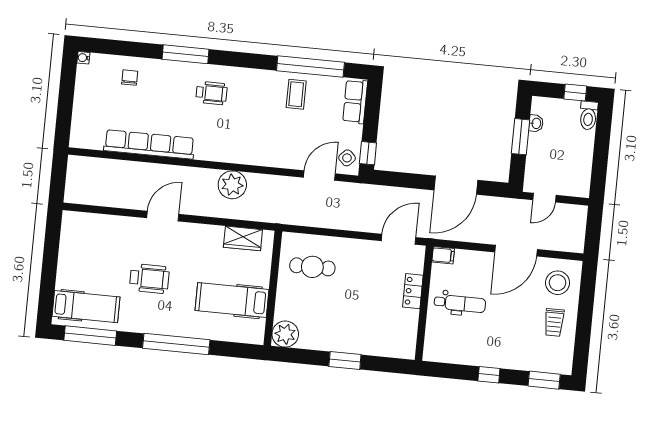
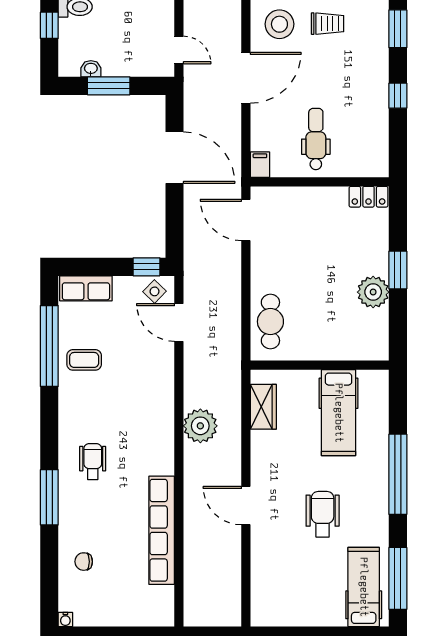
door: (516, 251) -> (246, 78), hinge flipped
cafe table: (312, 267) -> (270, 322), moved
locker: (413, 291) -> (368, 197), moved
plant: (285, 334) -> (373, 292), moved

